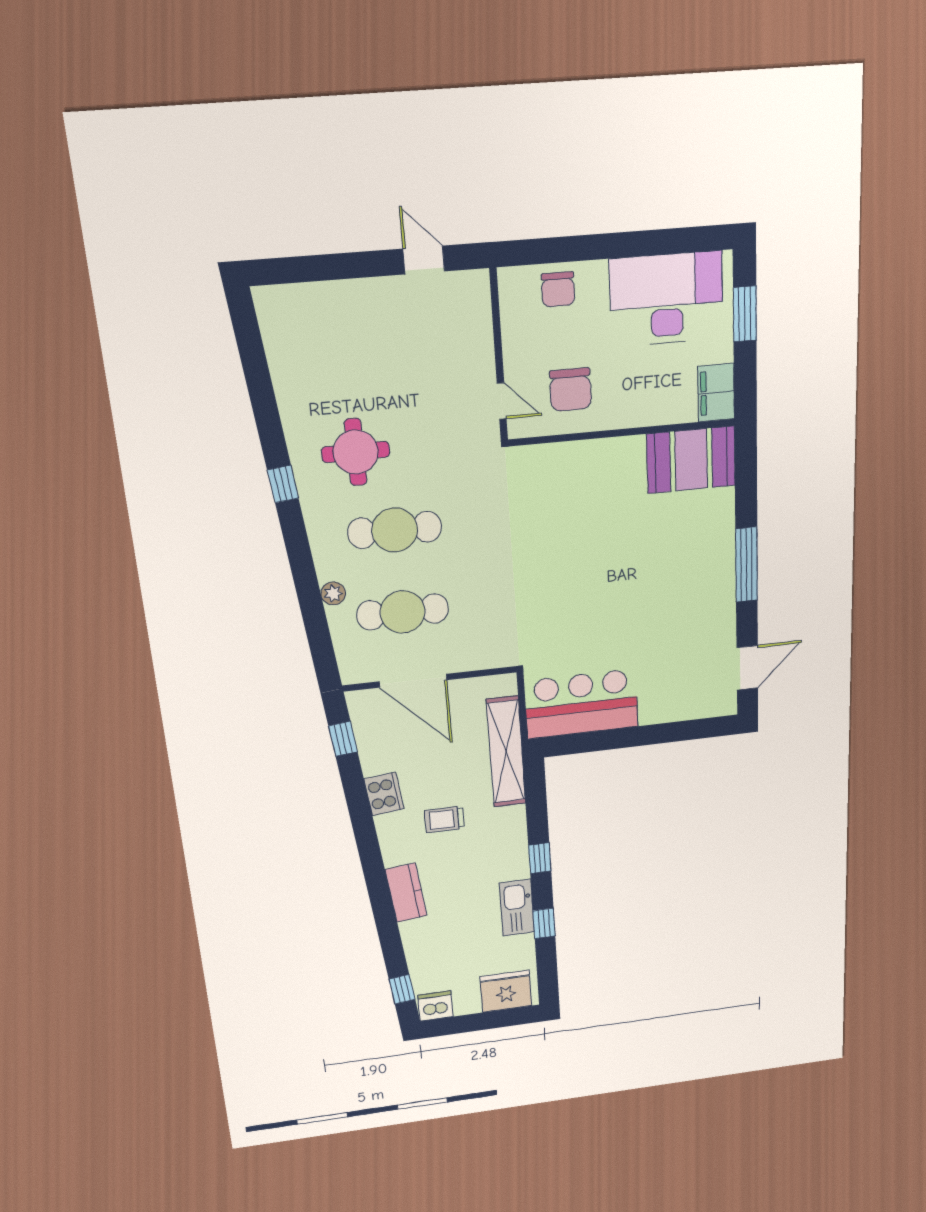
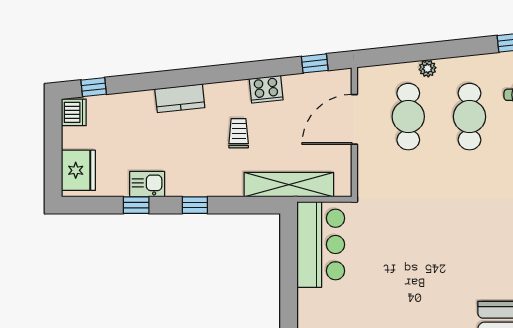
kitchen sink: (517, 908) -> (147, 184), width x0.73

